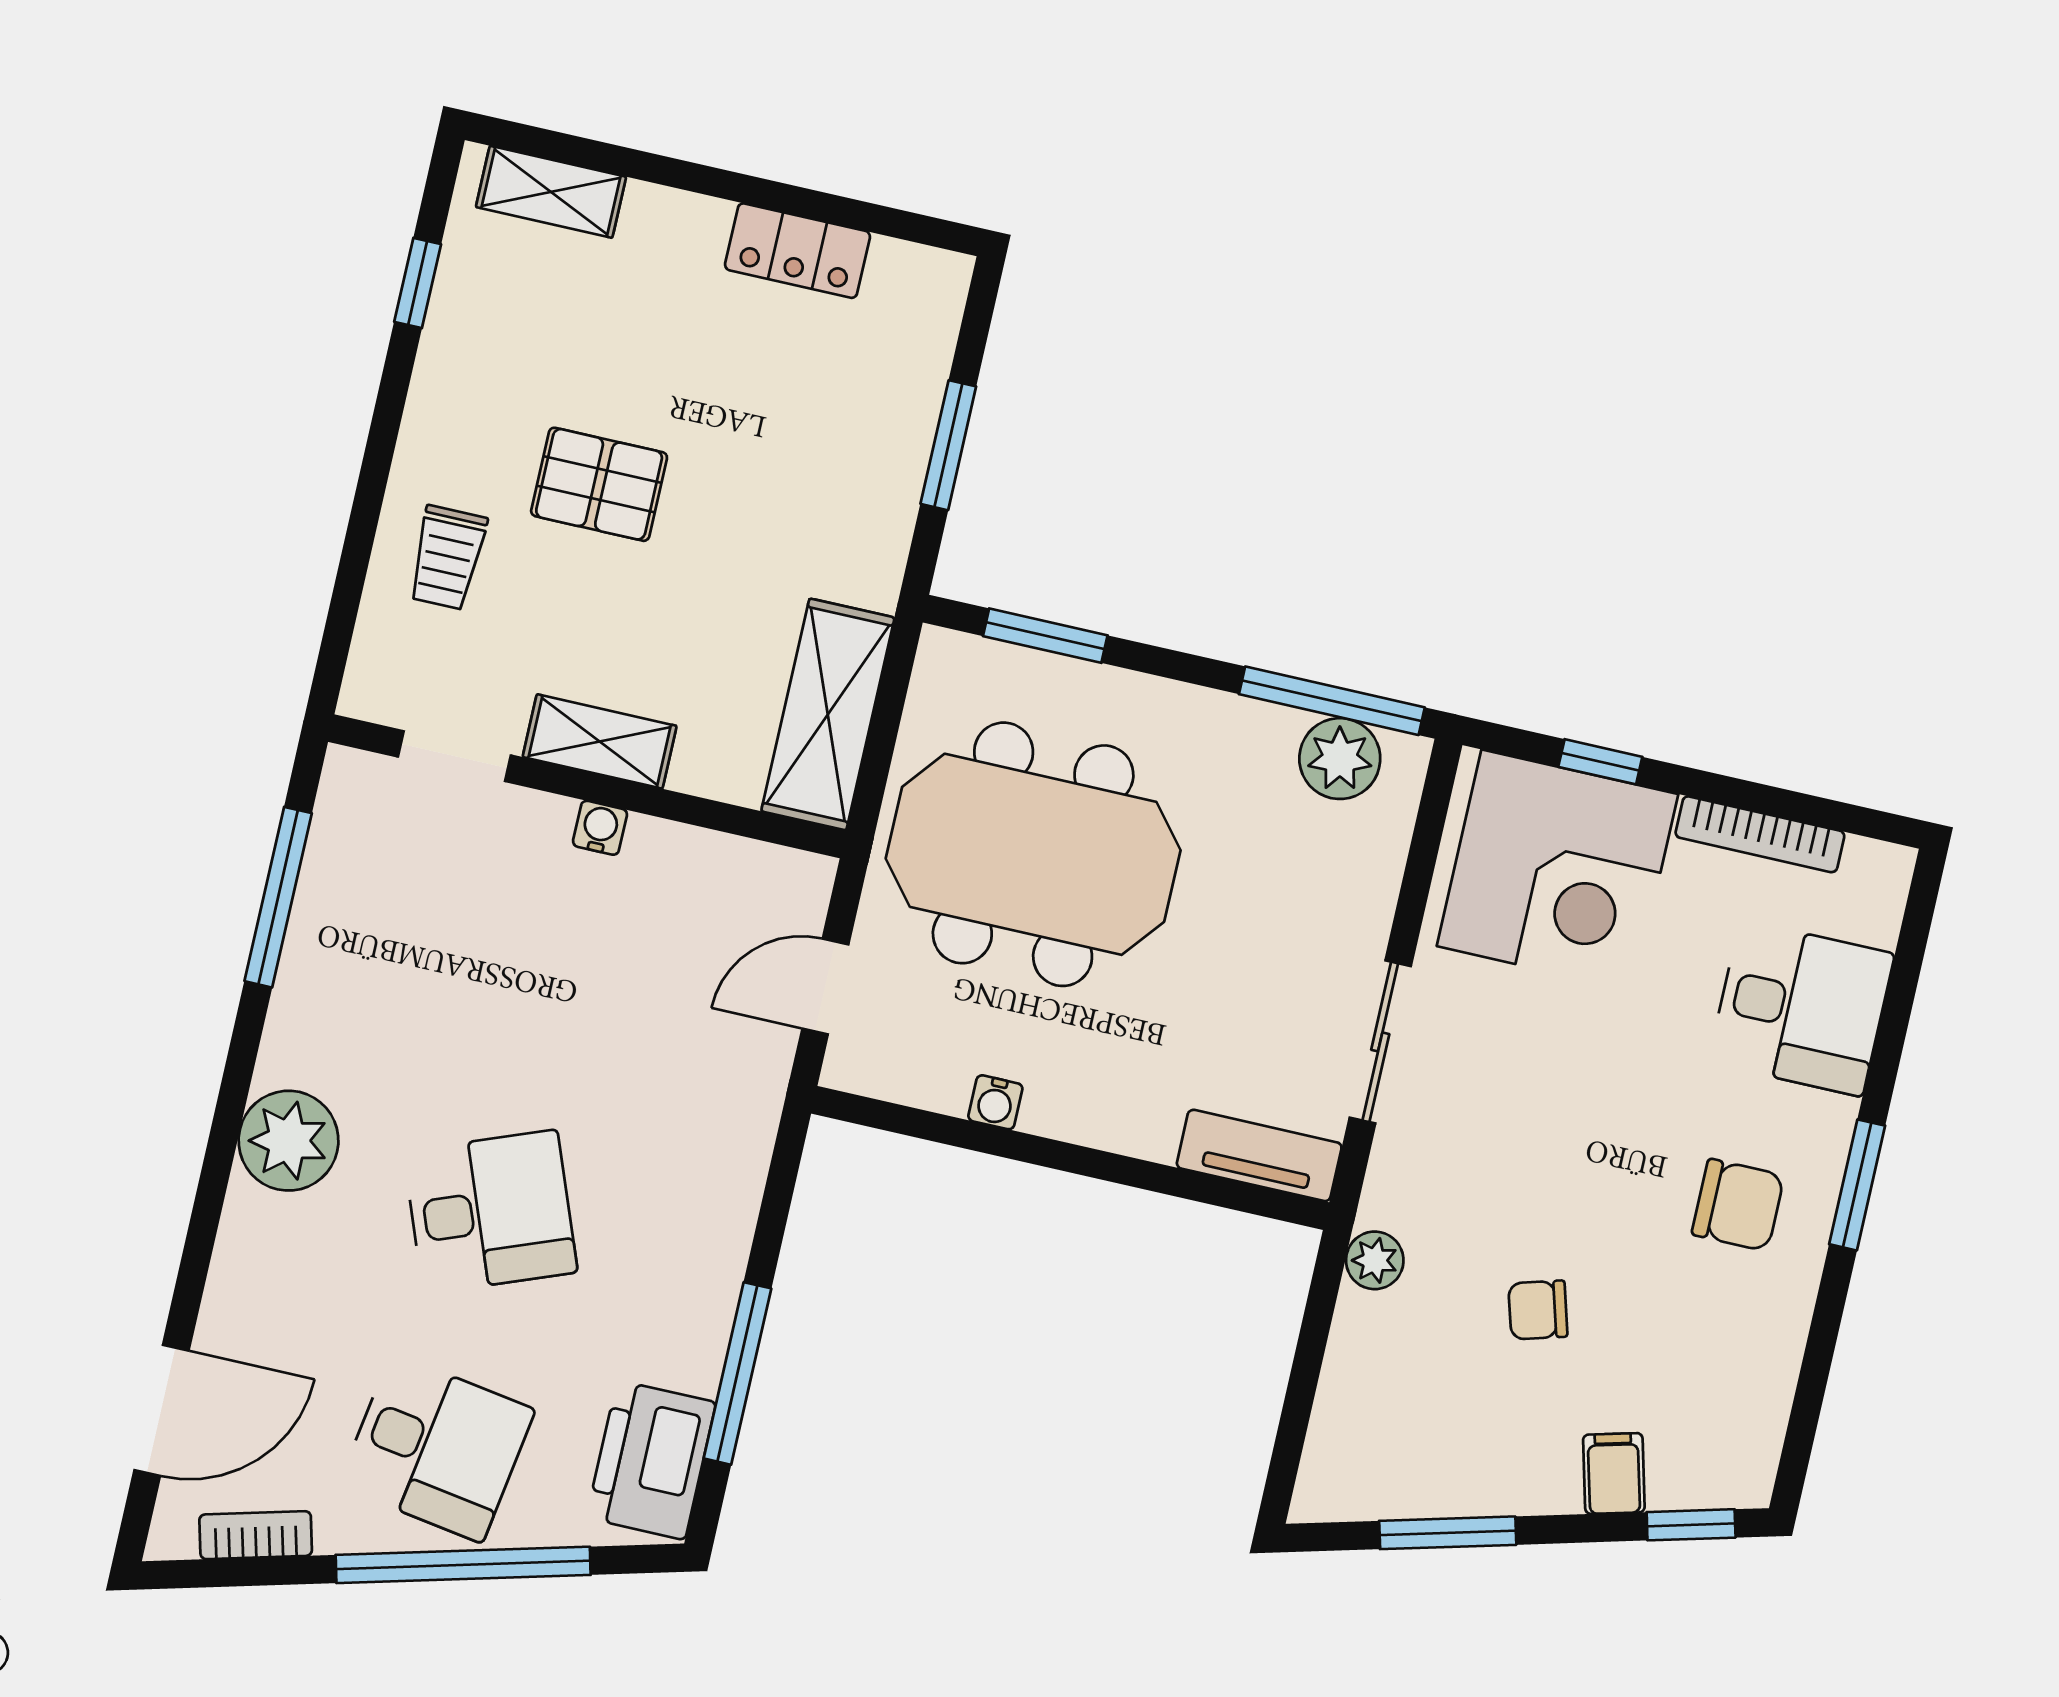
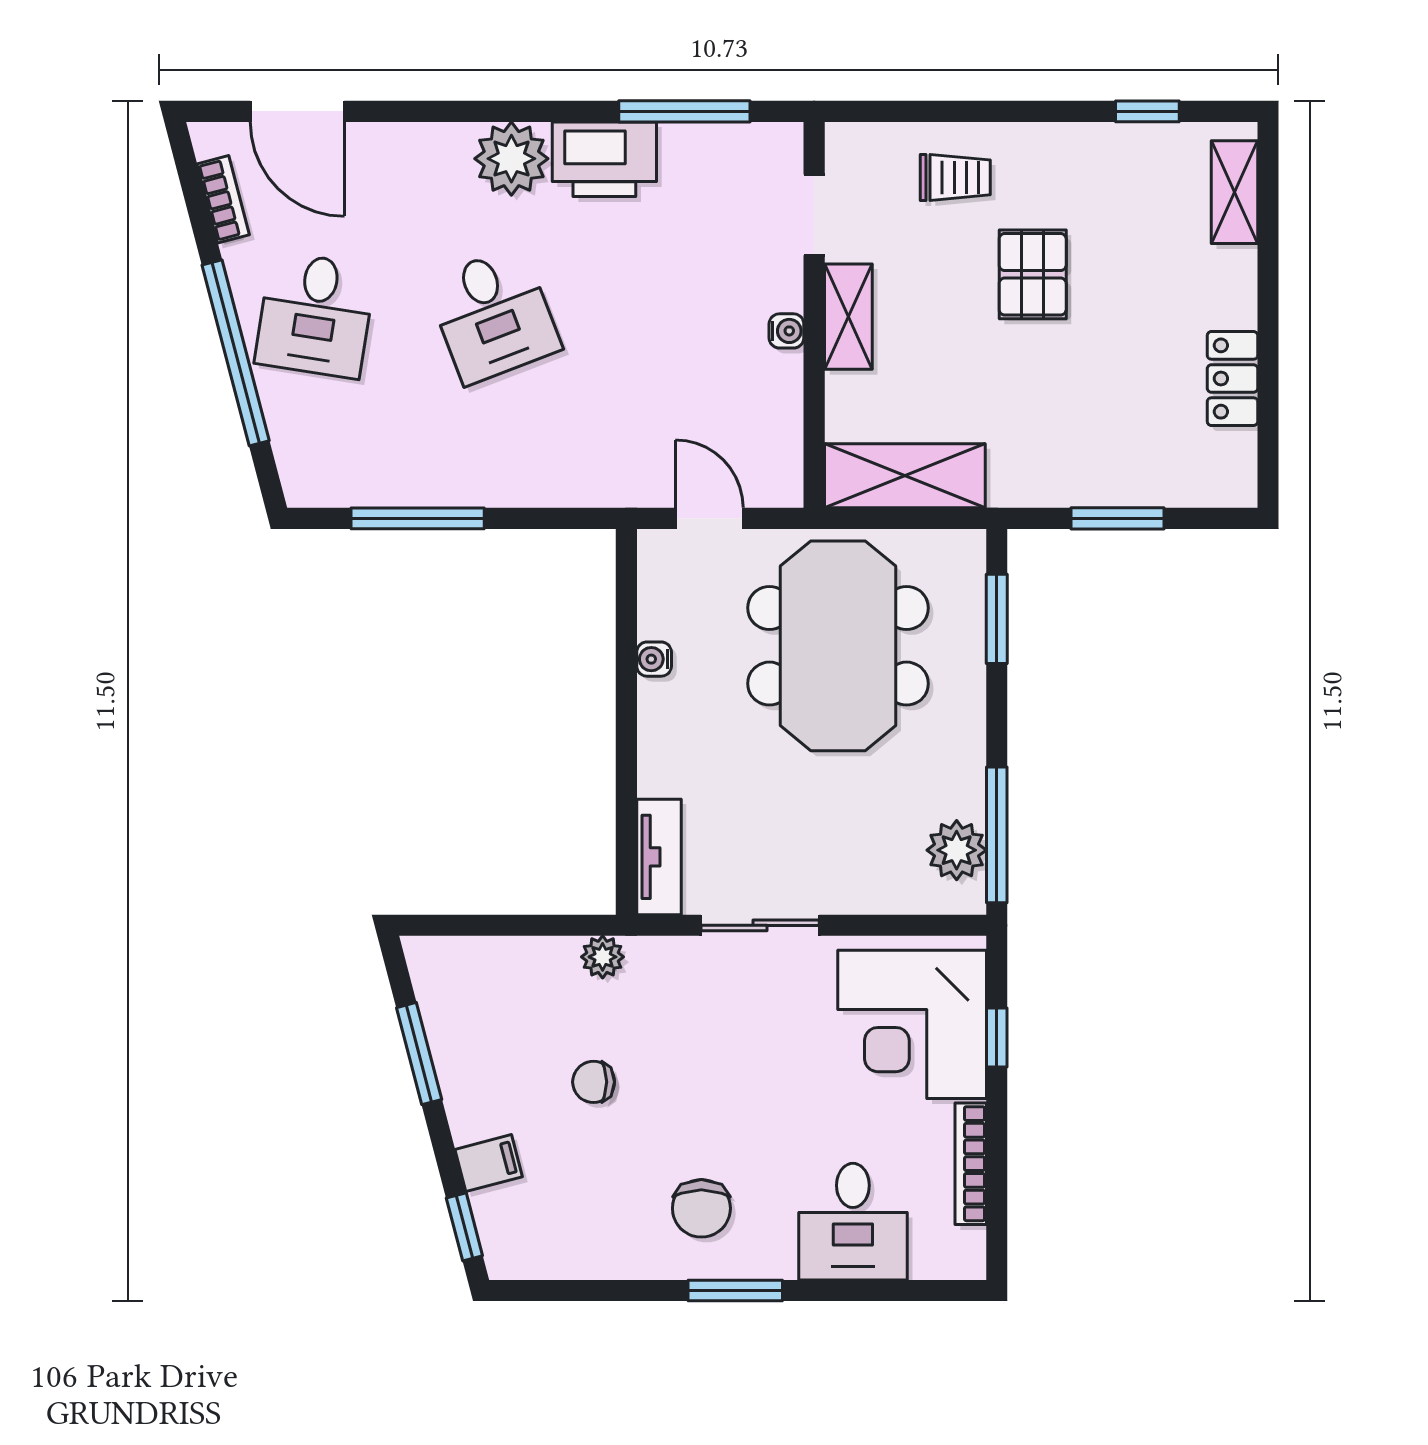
trolley: (447, 558) -> (955, 177), turned 180
chair: (1538, 1310) -> (594, 1082), turned -74
printer: (651, 1460) -> (604, 159), moved, turned 180

